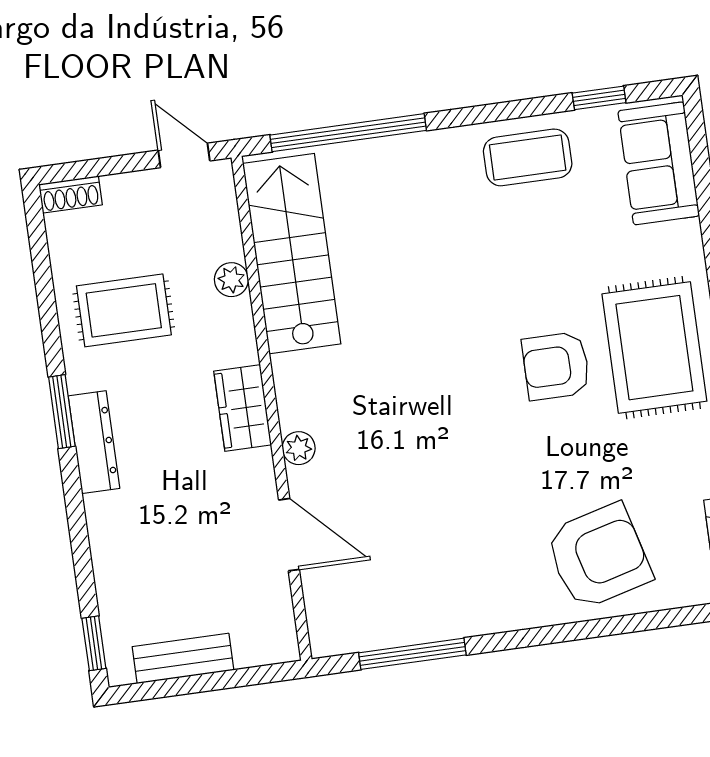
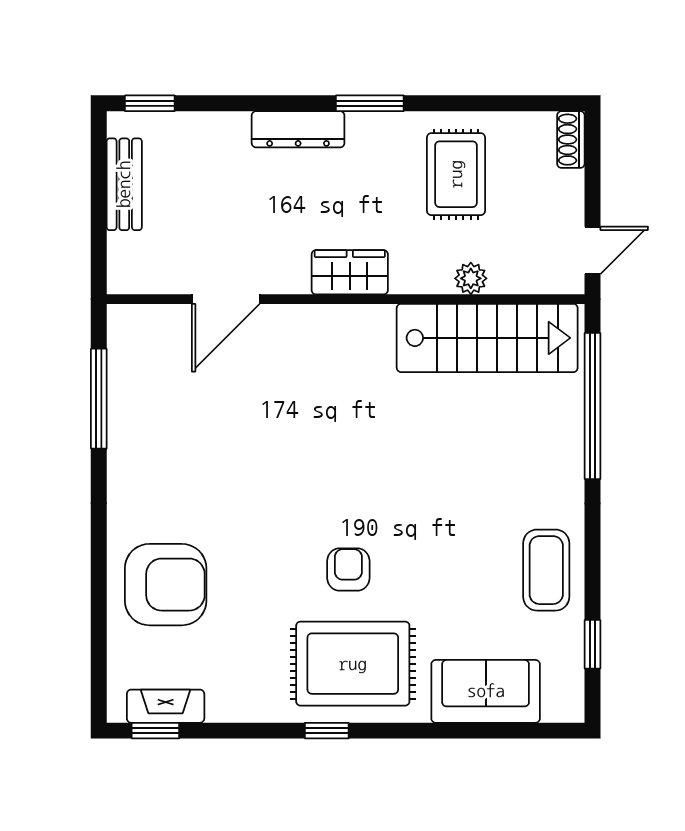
sofa: (659, 163) -> (486, 691), moved
armchair: (556, 366) -> (348, 569), width x0.72, depth x0.72
dresser: (94, 442) -> (298, 129), moved
plant: (299, 448) -> (305, 319), removed
armchair: (599, 556) -> (166, 585), turned -75

